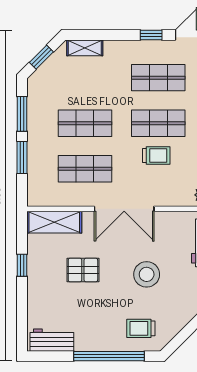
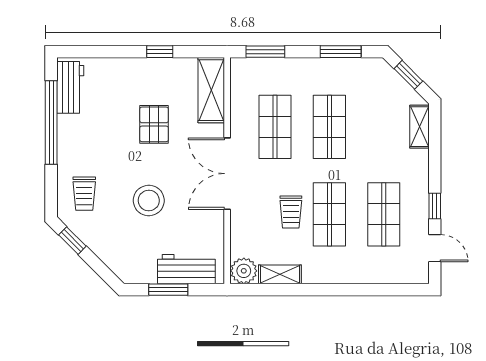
window: (22, 158) -> (265, 52), moved
trolley: (141, 328) -> (84, 194), turned 180
window: (180, 338) -> (72, 241), added
window: (109, 356) -> (51, 122), moved

